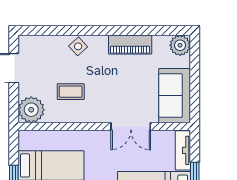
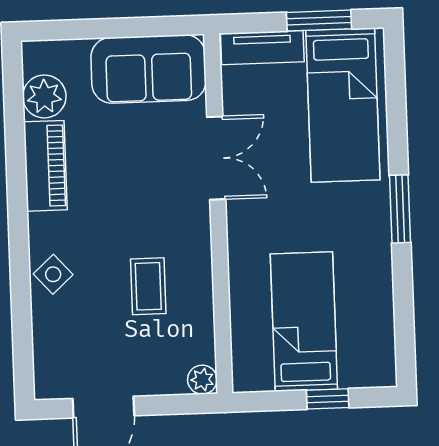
plant: (180, 45) -> (44, 96), moved
plant: (31, 110) -> (202, 380), width x0.53, depth x0.53

